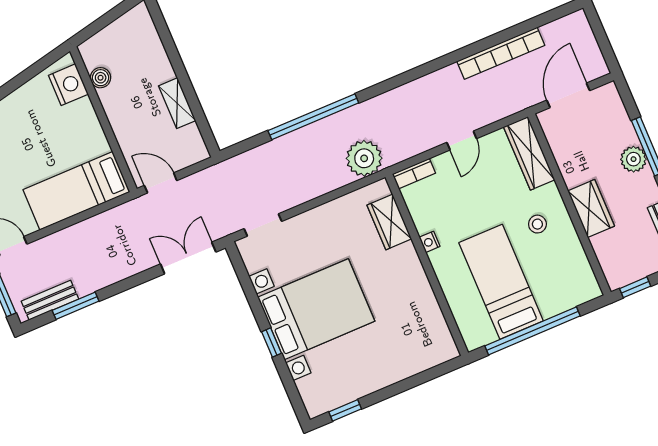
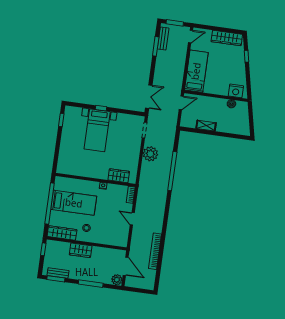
wardrobe: (529, 153) -> (62, 233), moved
plant: (364, 158) -> (150, 154), moved
plant: (633, 159) -> (117, 280), moved
bed with nightstands: (316, 309) -> (97, 130), width x0.73

